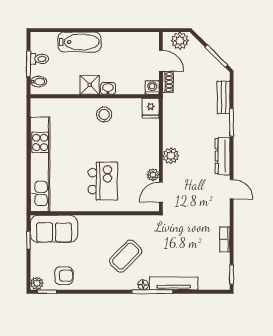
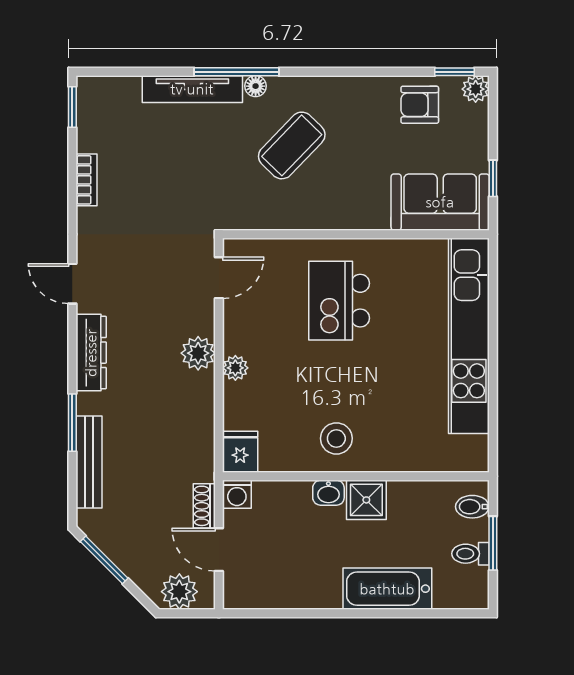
bench: (224, 97) -> (89, 462), width x1.36
plant: (153, 175) -> (235, 368), moved

